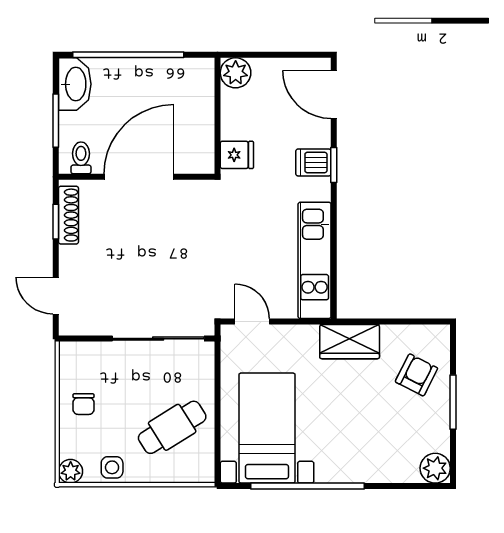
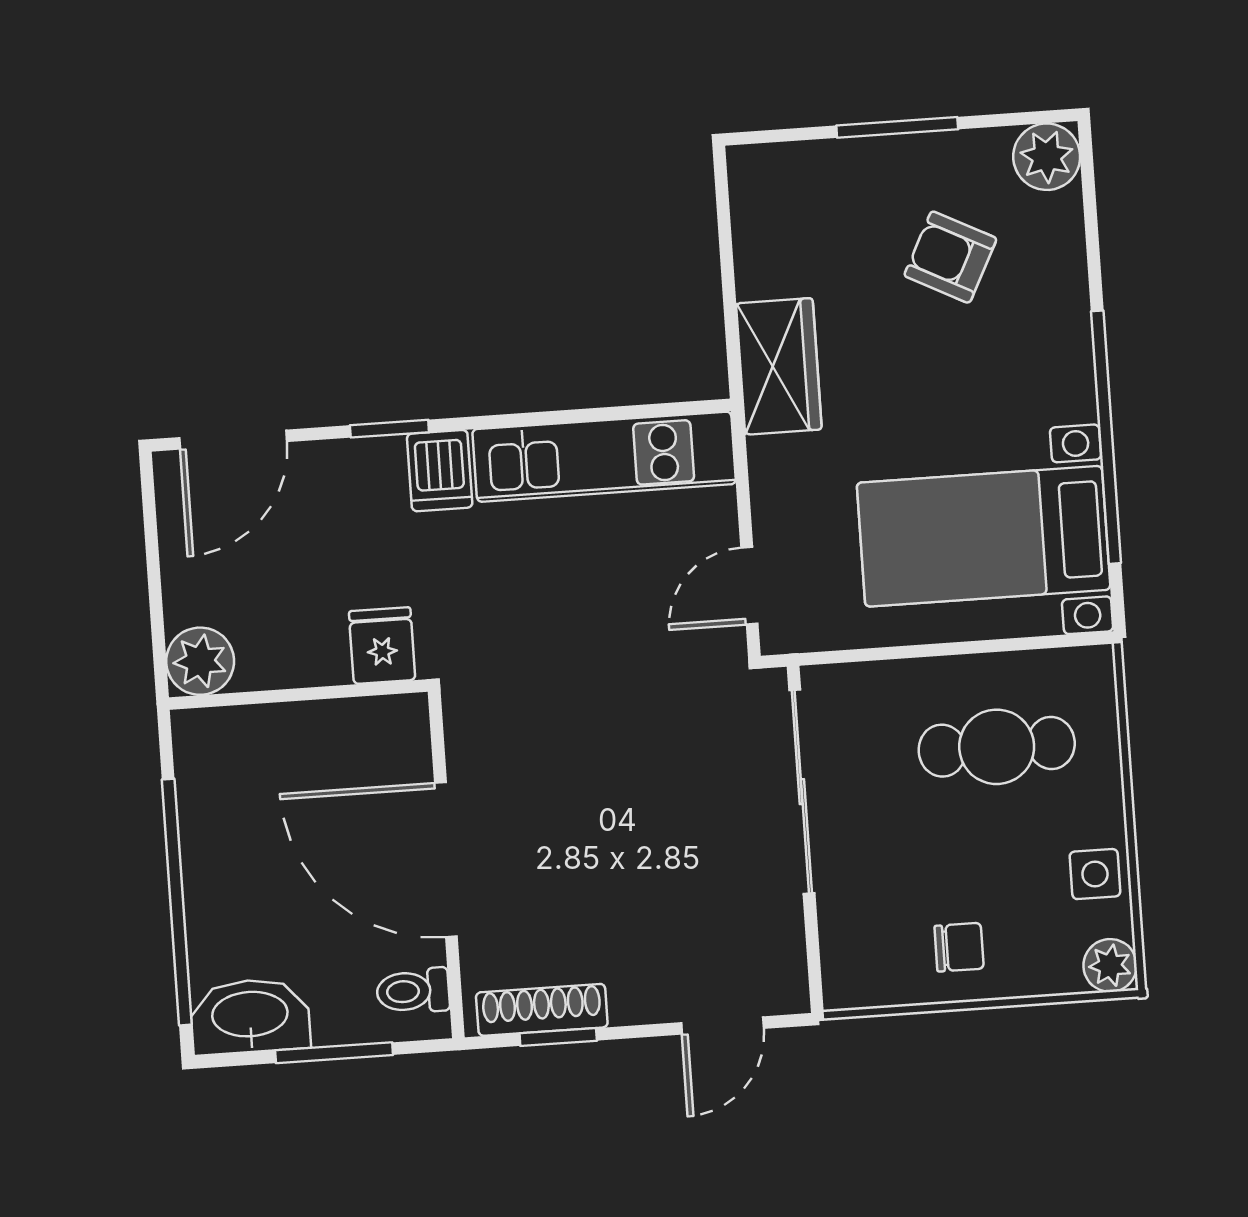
dishwasher: (313, 162) -> (440, 471), moved
armchair: (416, 375) -> (950, 257), moved
cafe table: (172, 427) -> (997, 747), turned -58

